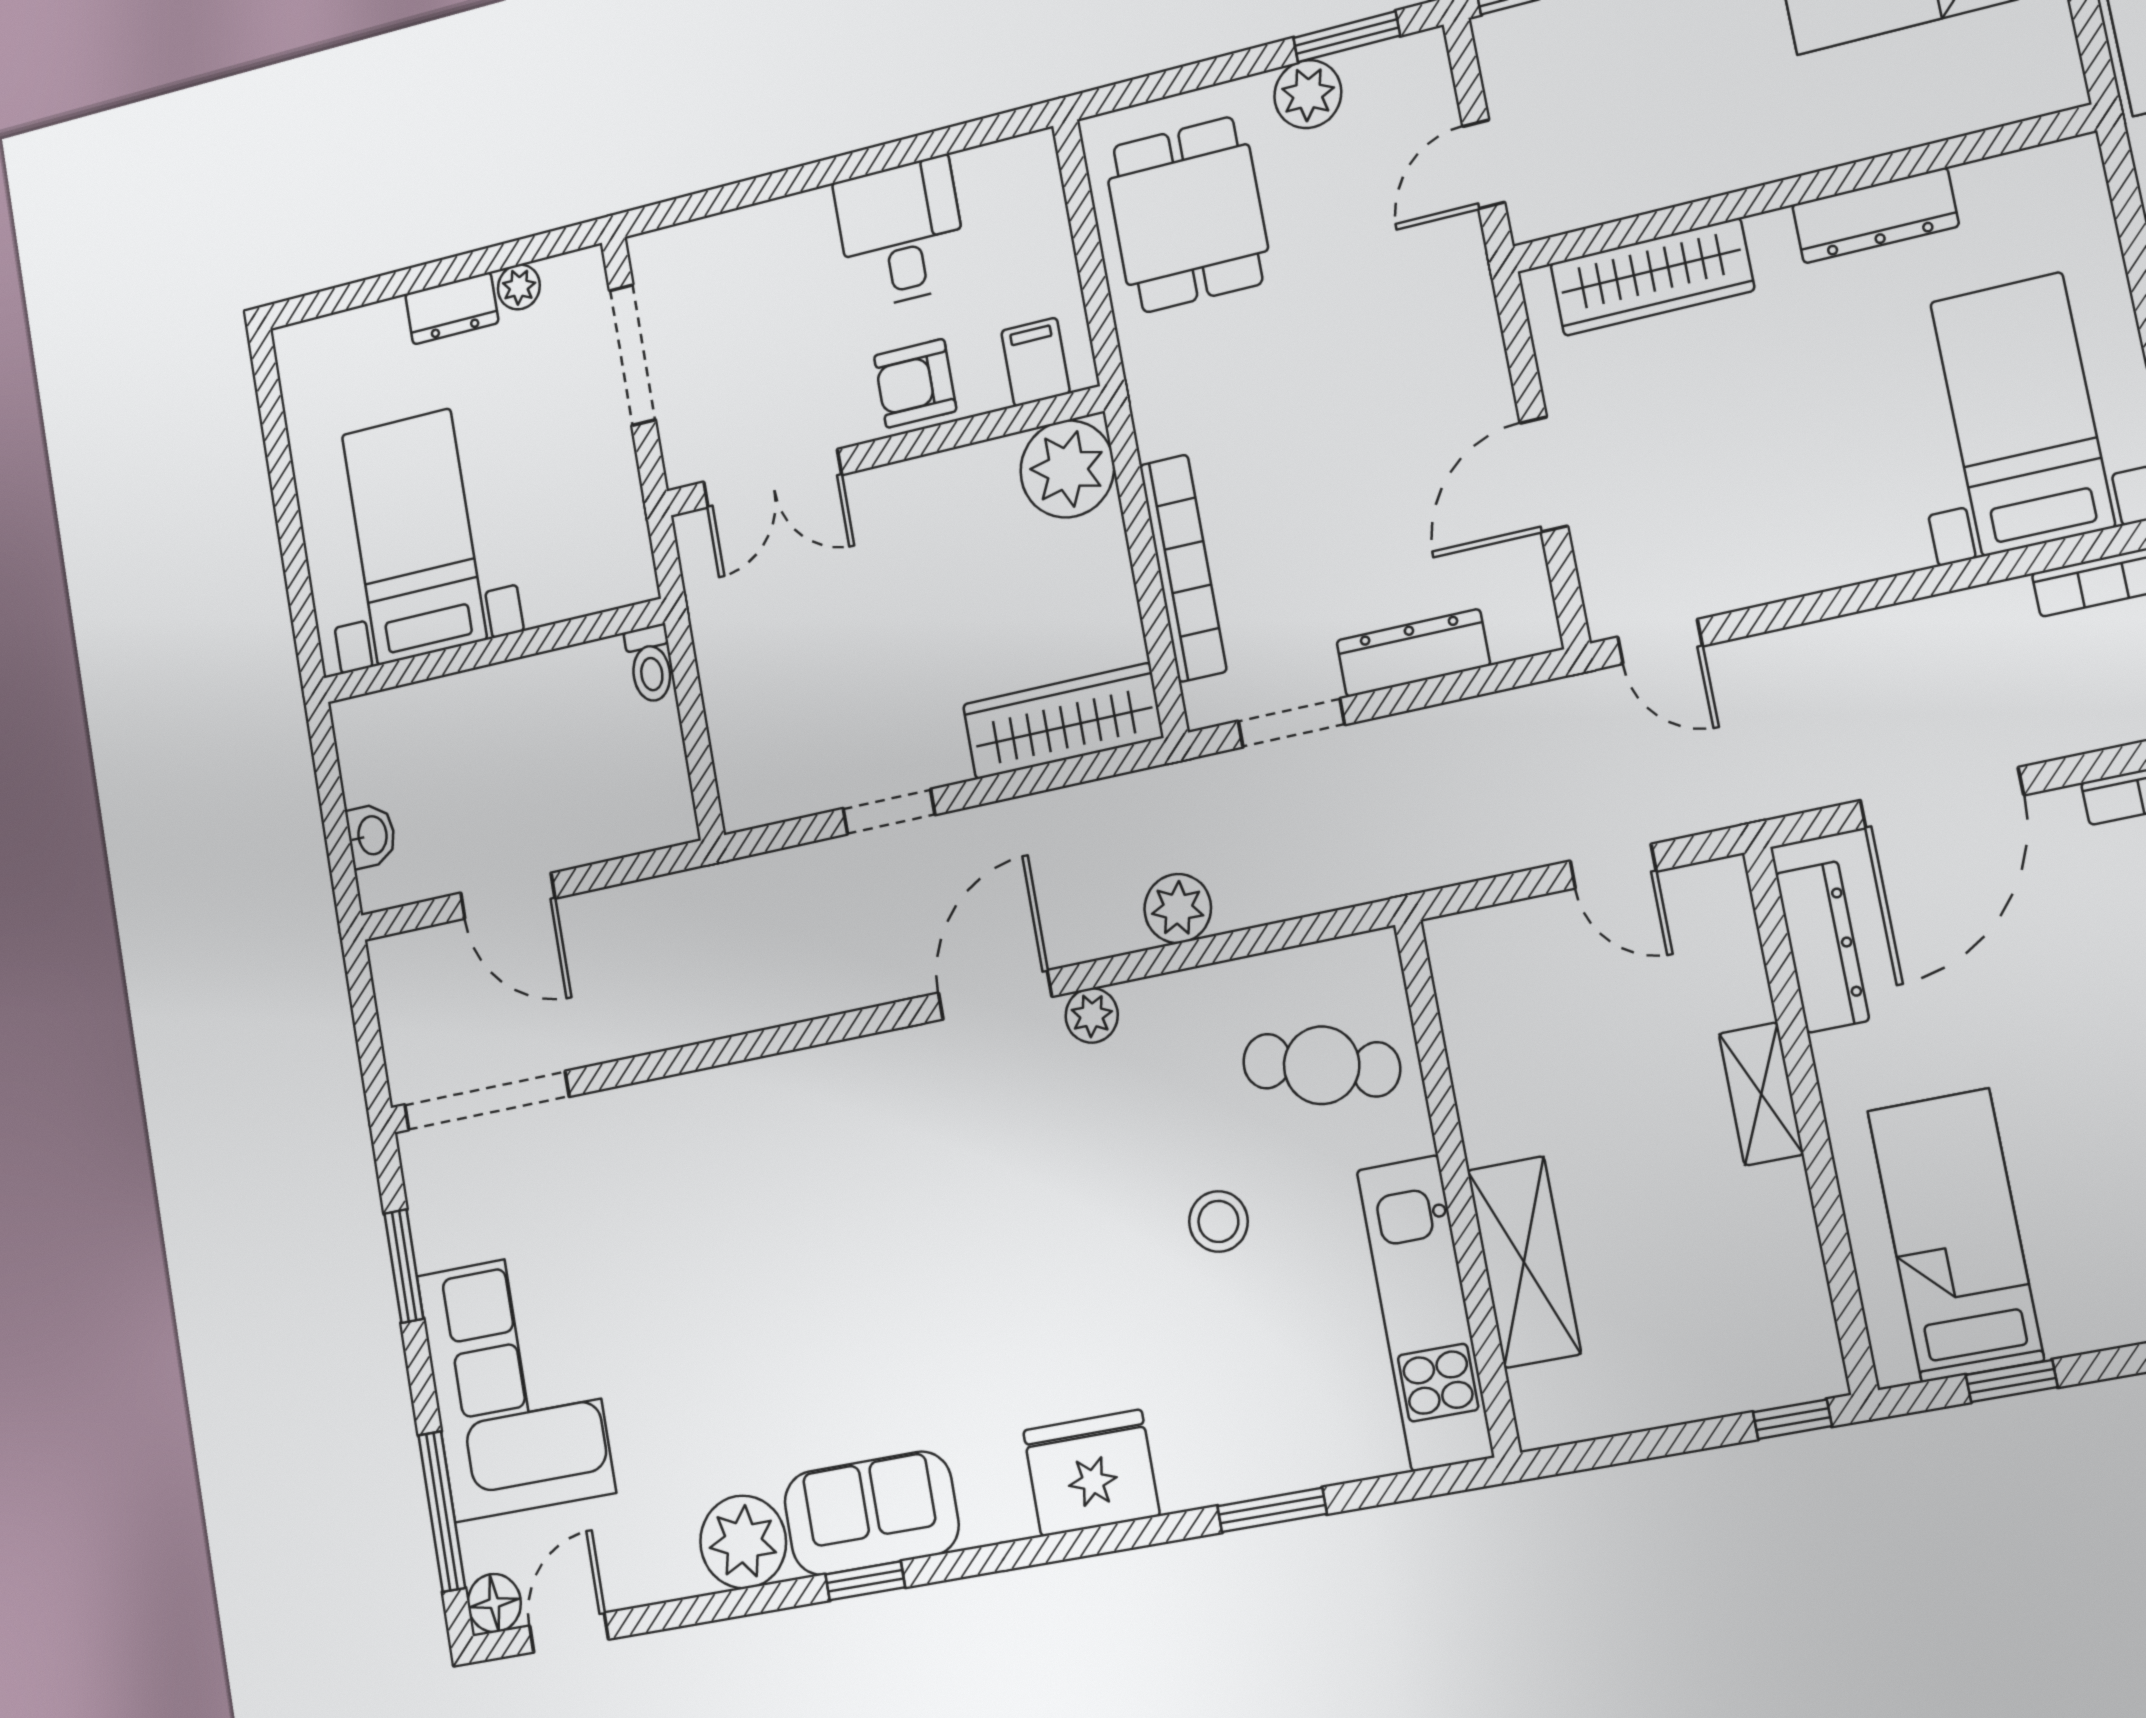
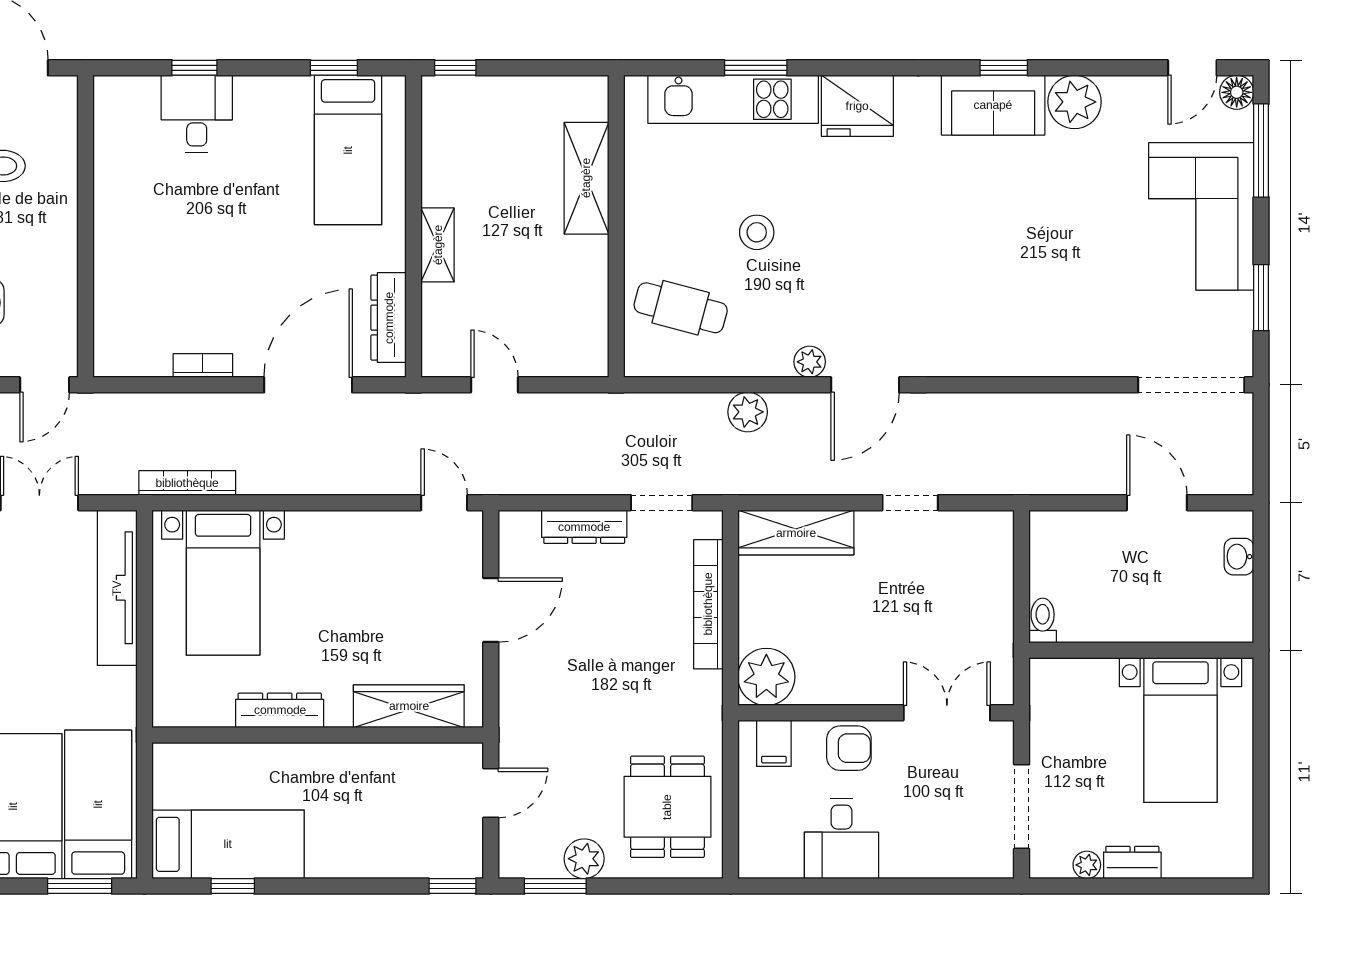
kitchen unit: (1425, 1313) -> (733, 99), moved, turned 90

